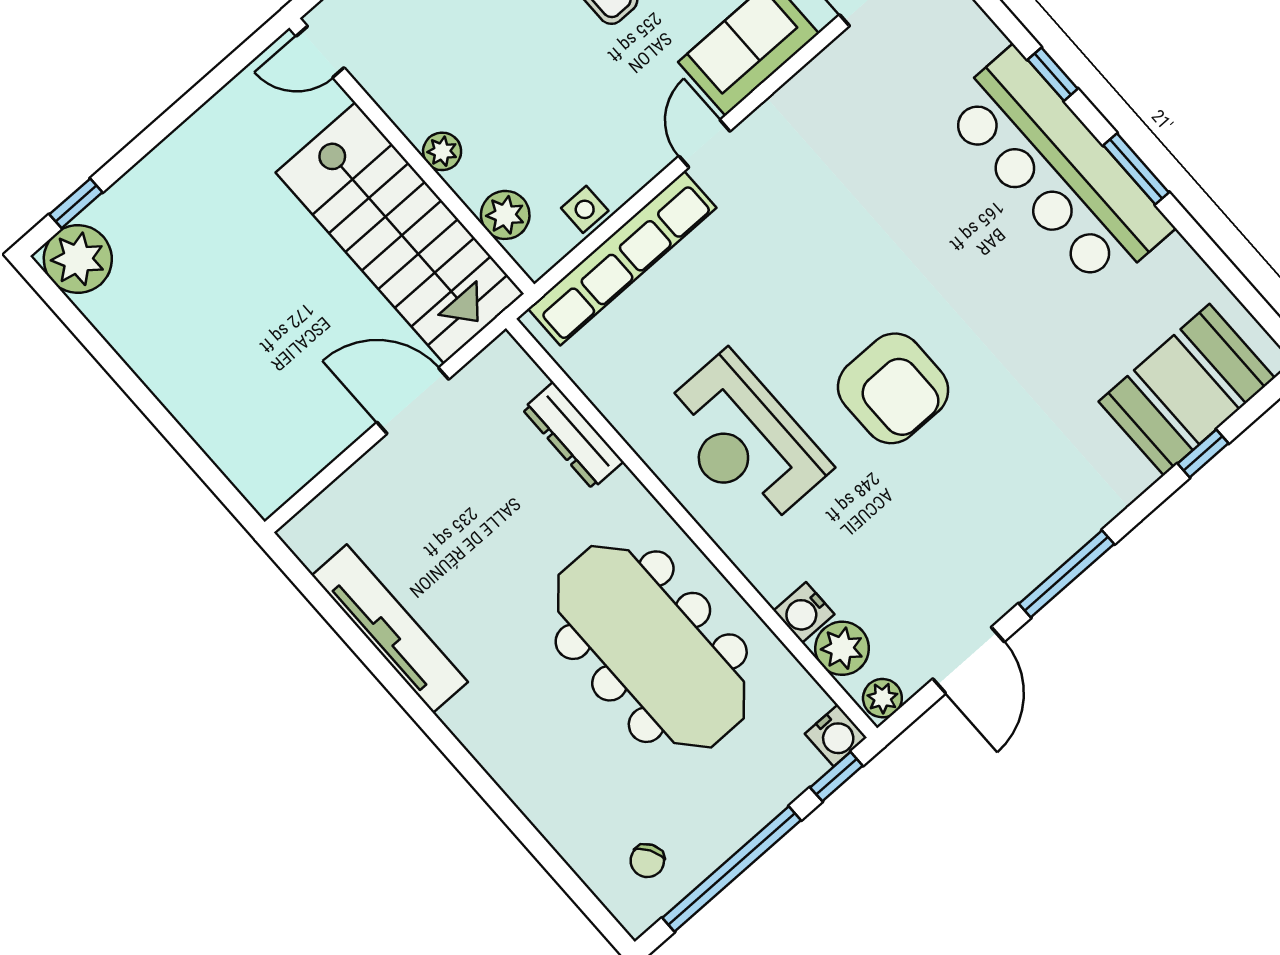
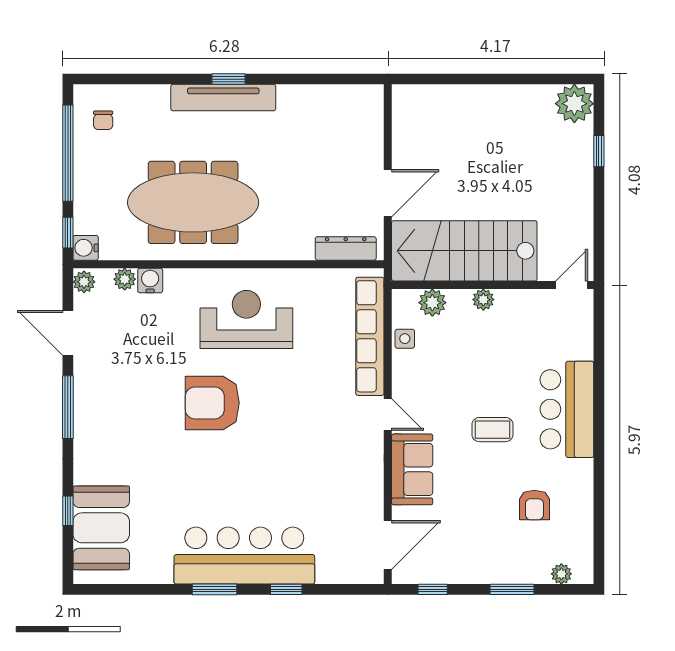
window: (76, 203) -> (599, 151), moved
dresser: (573, 435) -> (346, 248), moved
tv unit: (390, 629) -> (223, 98), moved
plant: (842, 648) -> (125, 279), width x0.73, depth x0.73
window: (447, 743) -> (228, 79), added
chair: (647, 861) -> (103, 120), turned -149

